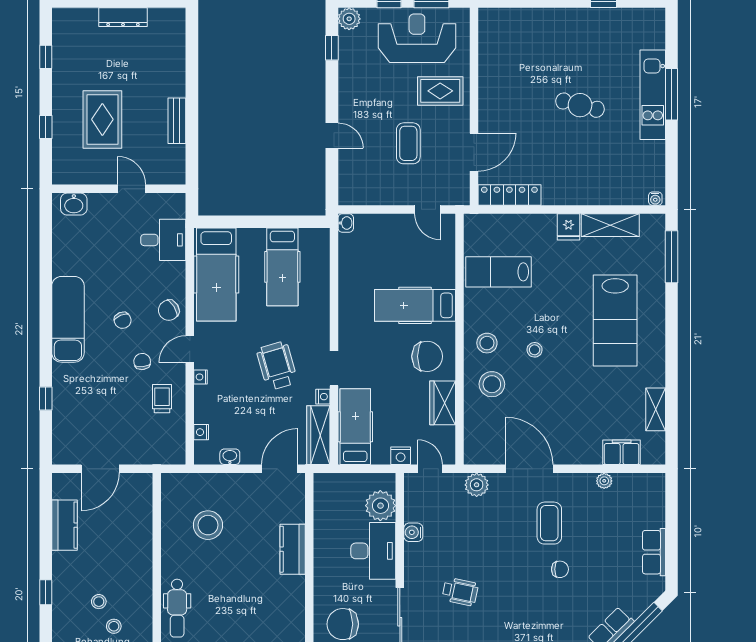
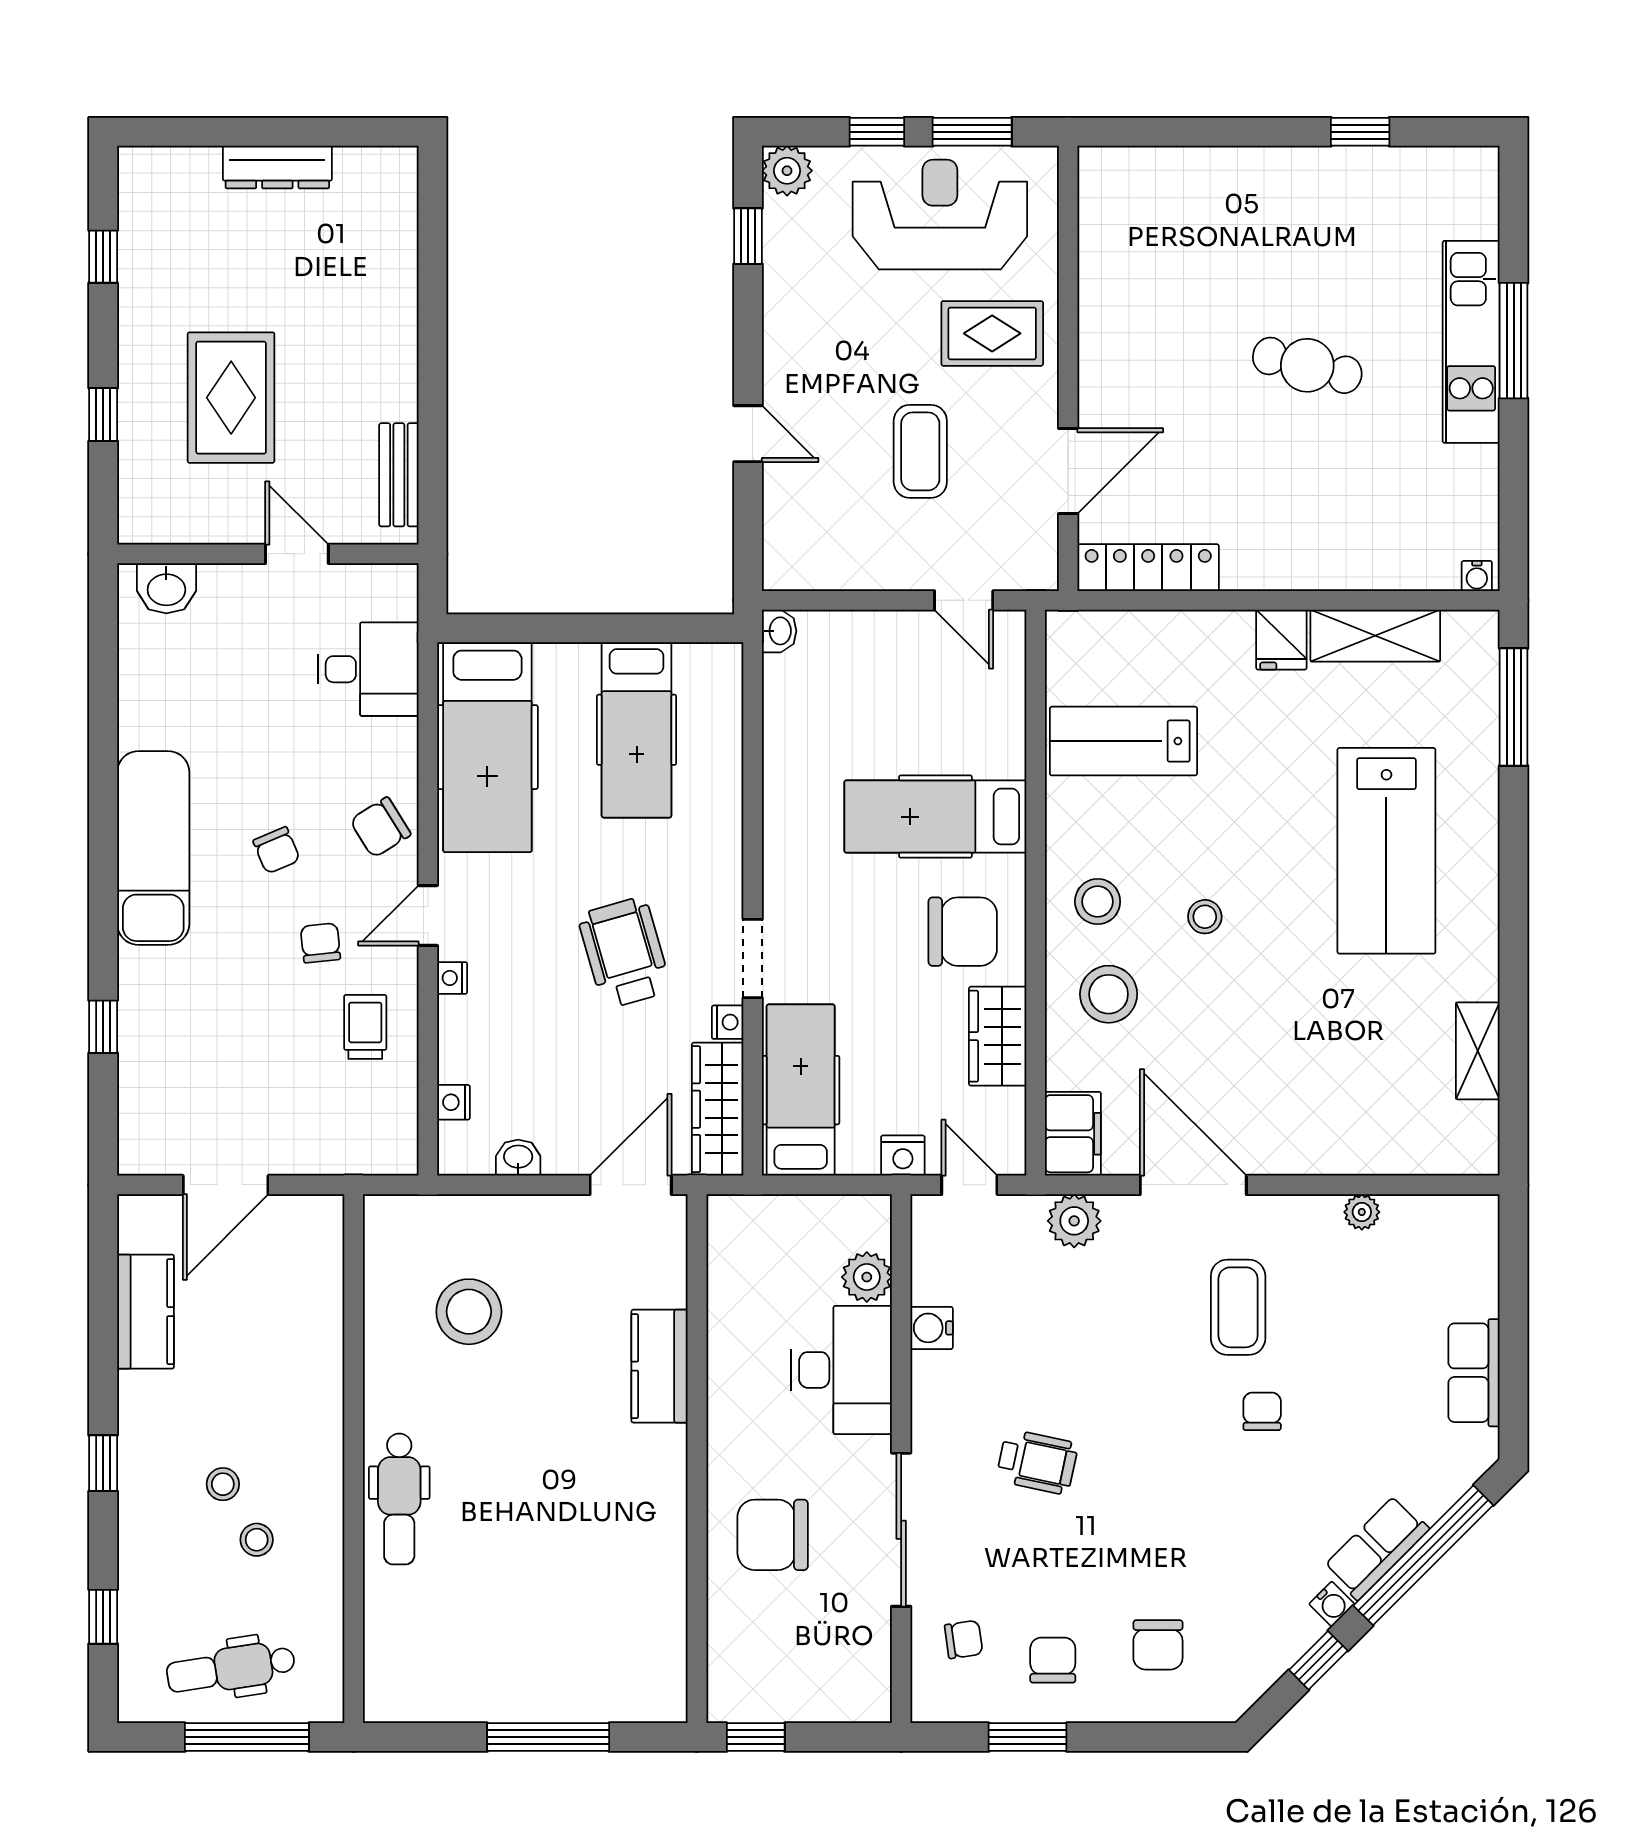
bench: (177, 121) -> (399, 475), moved
filing cabinet: (622, 452) -> (1073, 1134), moved, turned 90
plant: (380, 506) -> (867, 1277), width x0.73, depth x0.73
chair: (560, 569) -> (1262, 1411), turned -90

